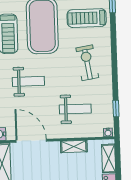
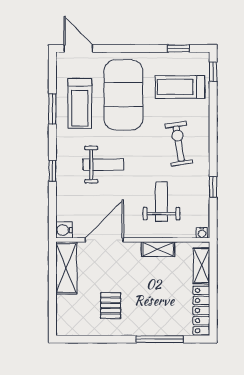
weight bench: (75, 109) -> (161, 202), turned -90
window: (116, 109) -> (213, 187), moved
door: (31, 141) -> (104, 240), hinge flipped

